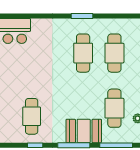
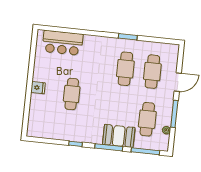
cafe table: (32, 116) -> (72, 94), moved

